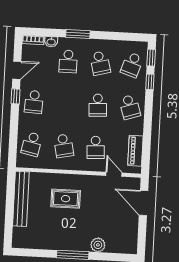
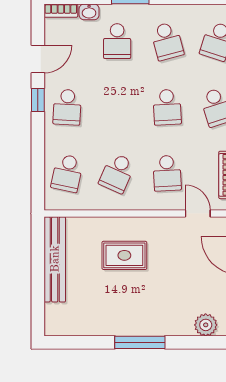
school desk: (64, 146) -> (117, 173), turned 36
plant: (98, 245) -> (206, 325), moved

